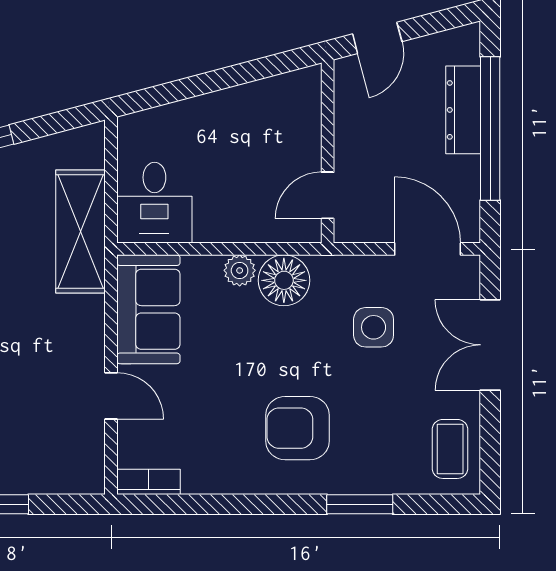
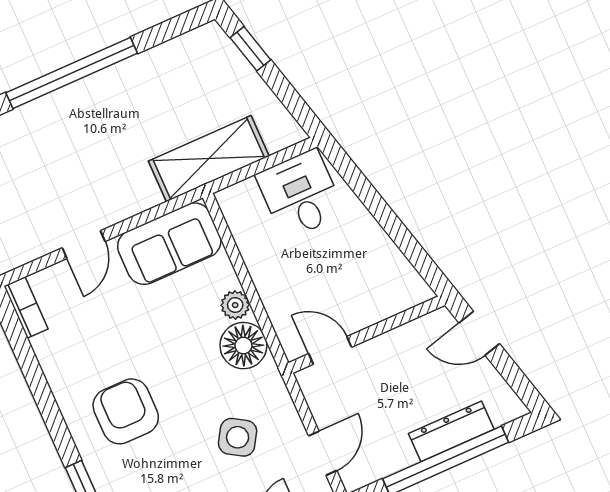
desk: (154, 203) -> (300, 194), moved, turned 90
door: (428, 249) -> (323, 453), width x0.73
side table: (374, 327) -> (238, 437), turned 32

